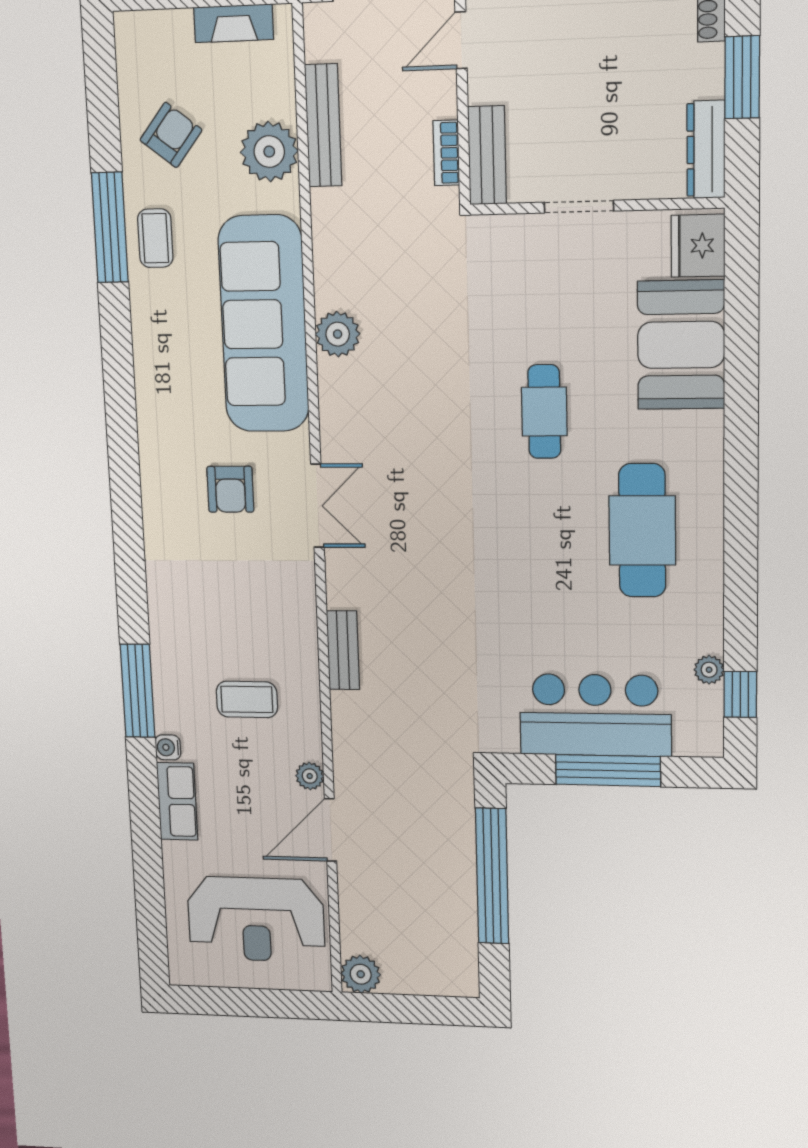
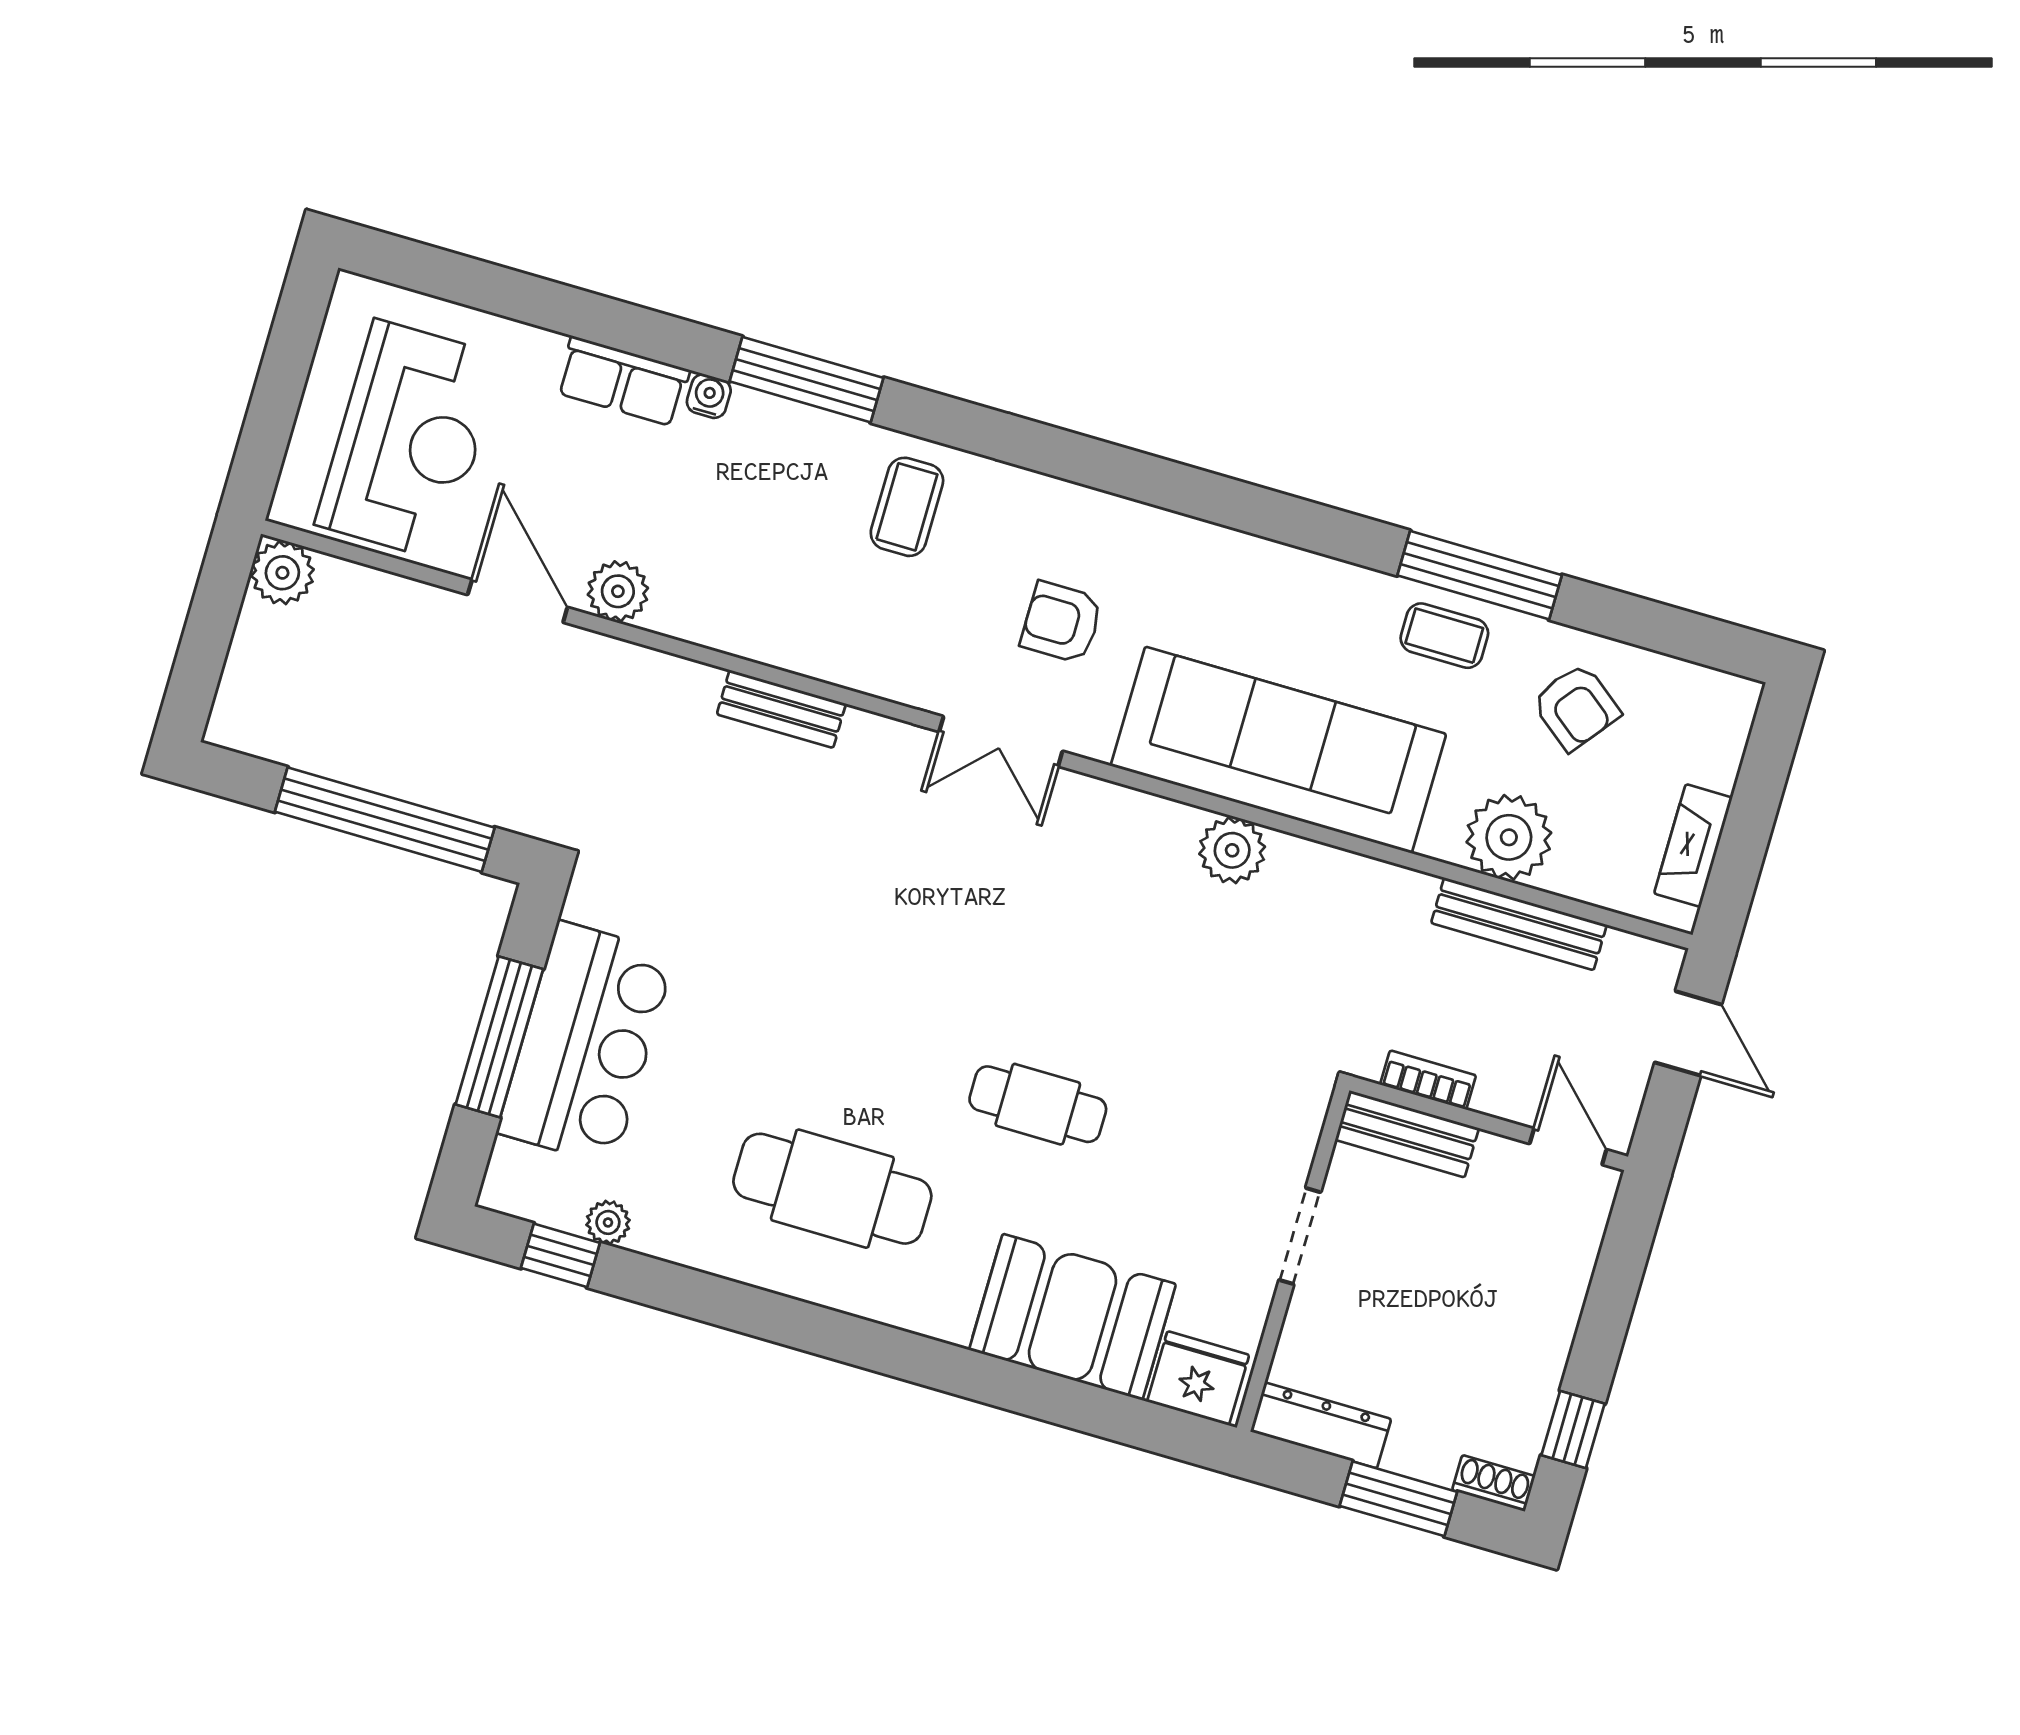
coffee table: (247, 699) -> (907, 507), moved
plant: (310, 776) -> (618, 591), width x1.38, depth x1.38
reception desk: (256, 919) -> (409, 440), turned 180

